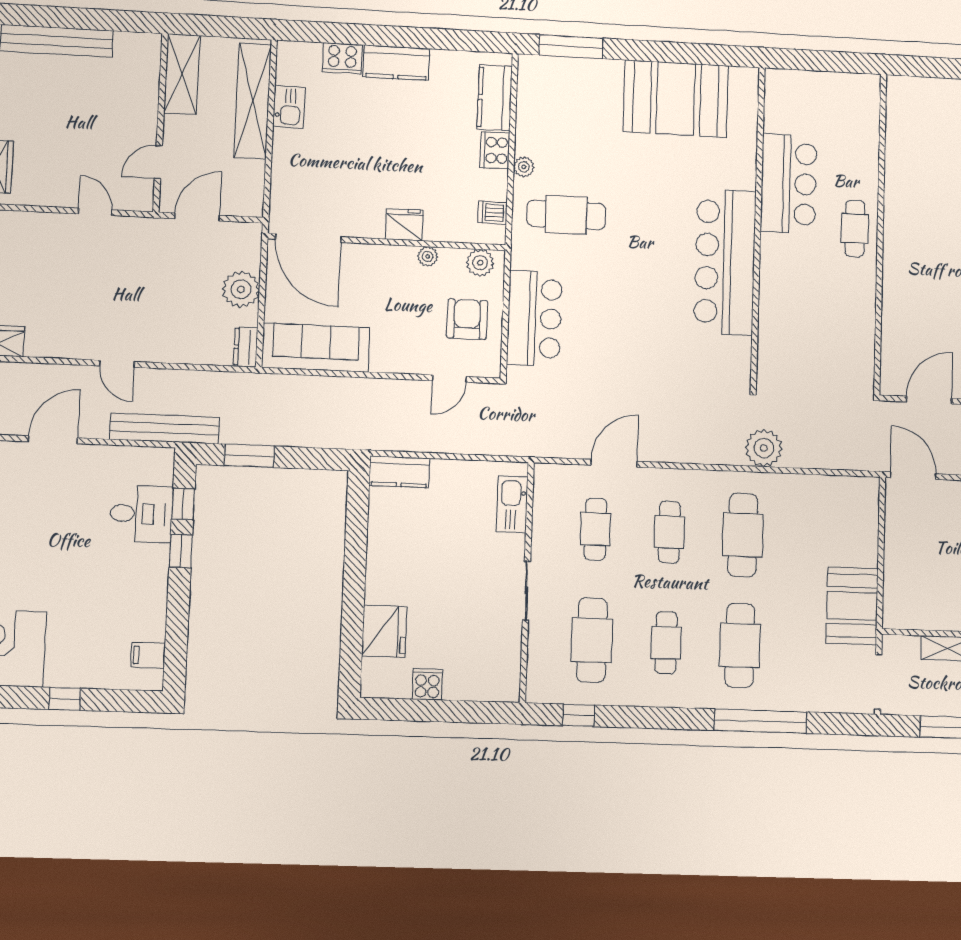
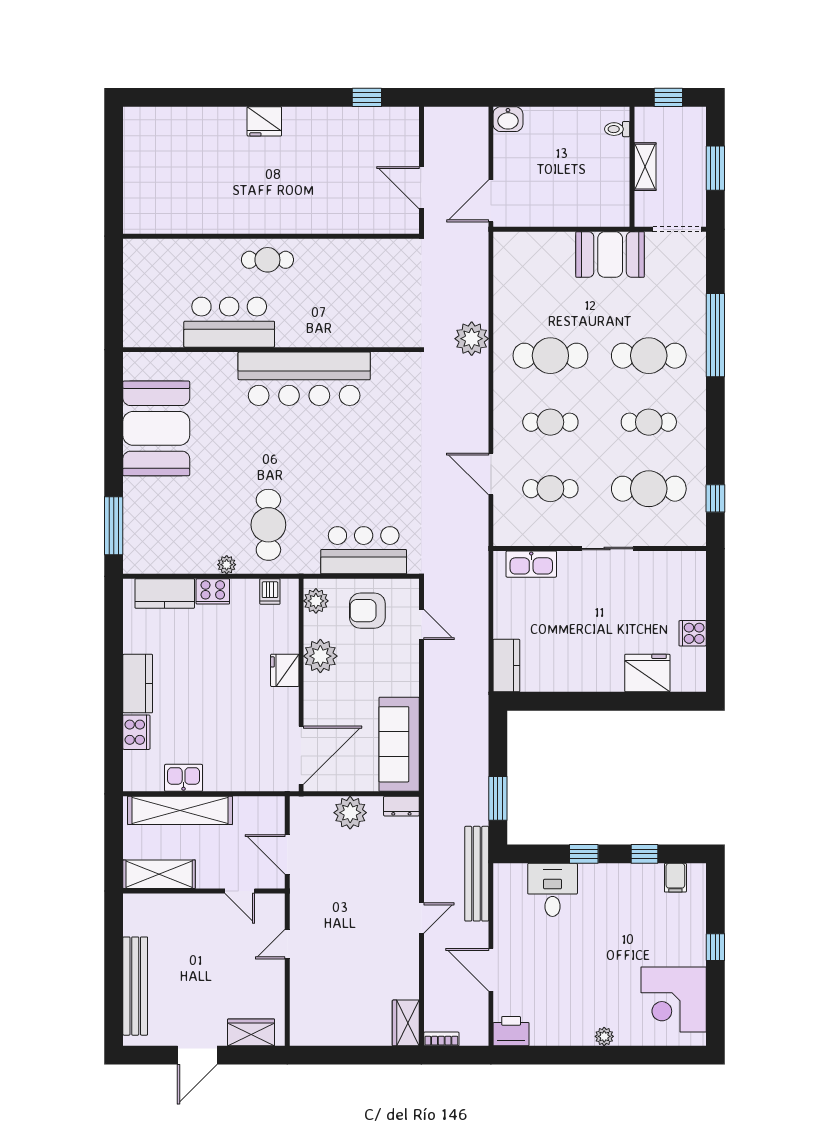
plant: (428, 256) -> (320, 656), width x1.87, depth x1.87
window: (183, 504) -> (644, 854), moved

